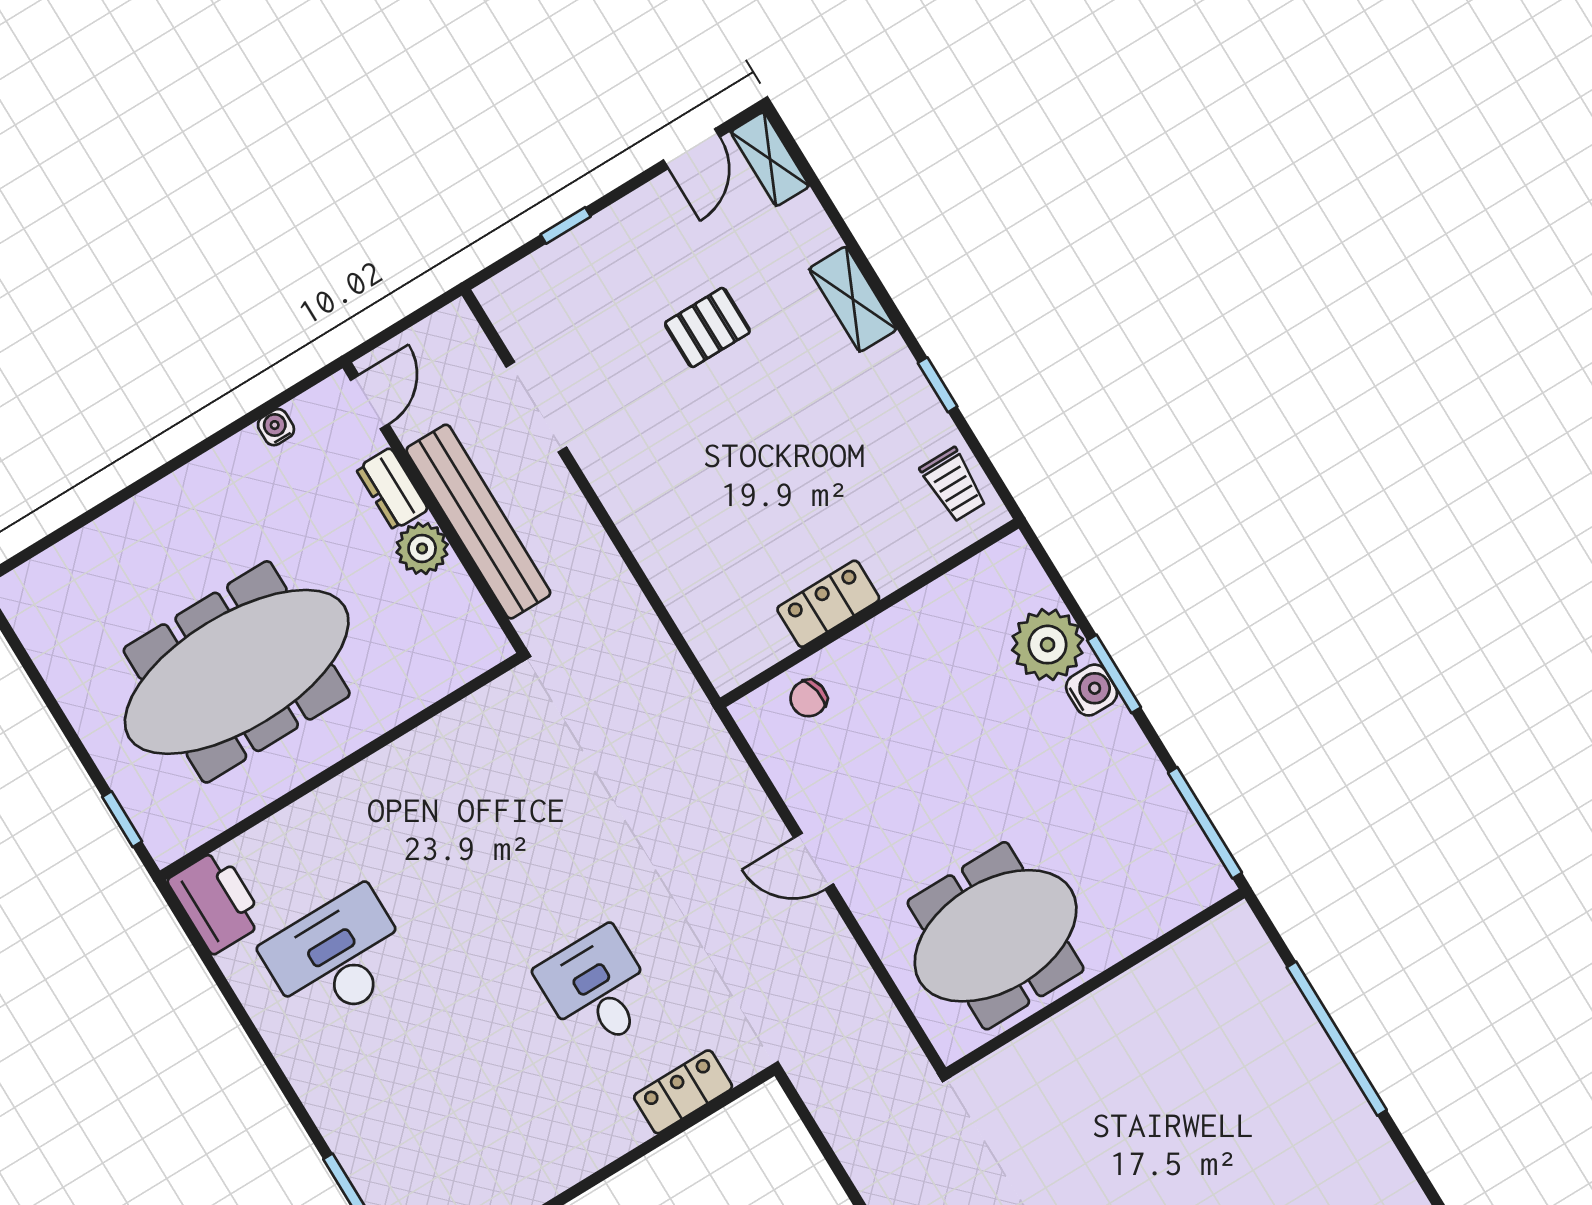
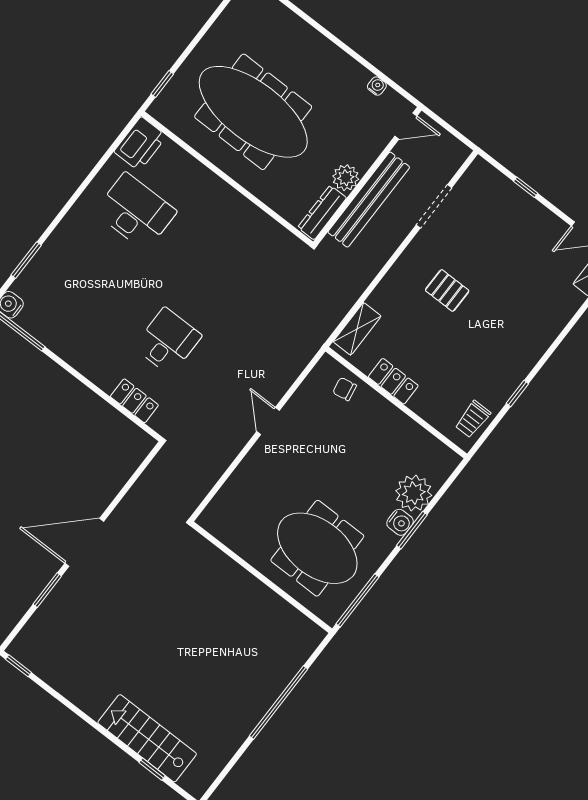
shelving: (853, 299) -> (357, 329), moved
pallet: (707, 327) -> (447, 290), moved
dresser: (392, 489) -> (322, 213), moved, width x1.44
meeting table: (996, 936) -> (317, 548), moved

